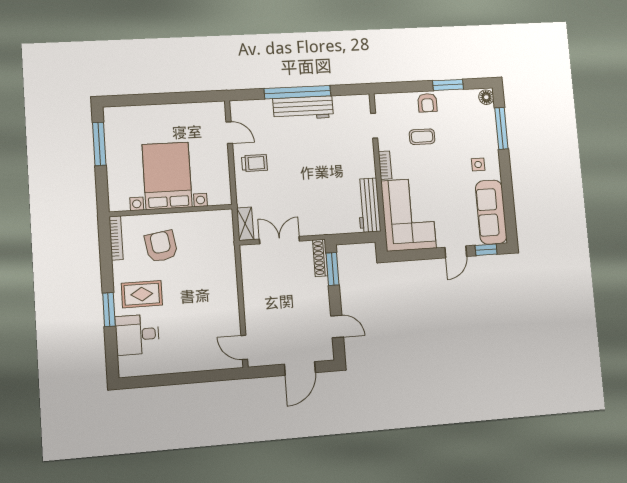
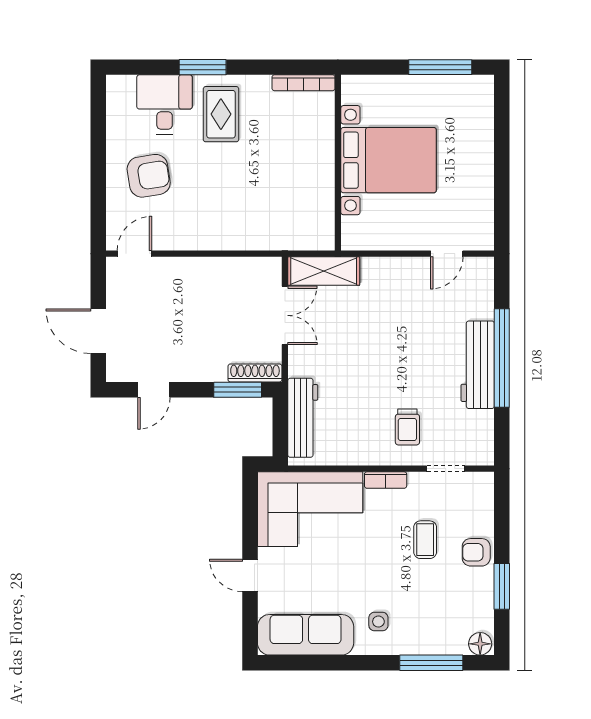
trolley: (254, 163) -> (407, 427), moved
workbench: (369, 205) -> (303, 418), moved, turned 90
shelving: (245, 224) -> (324, 271), width x1.50, depth x1.33
armchair: (161, 246) -> (149, 176), moved
window: (486, 250) -> (250, 622), removed

